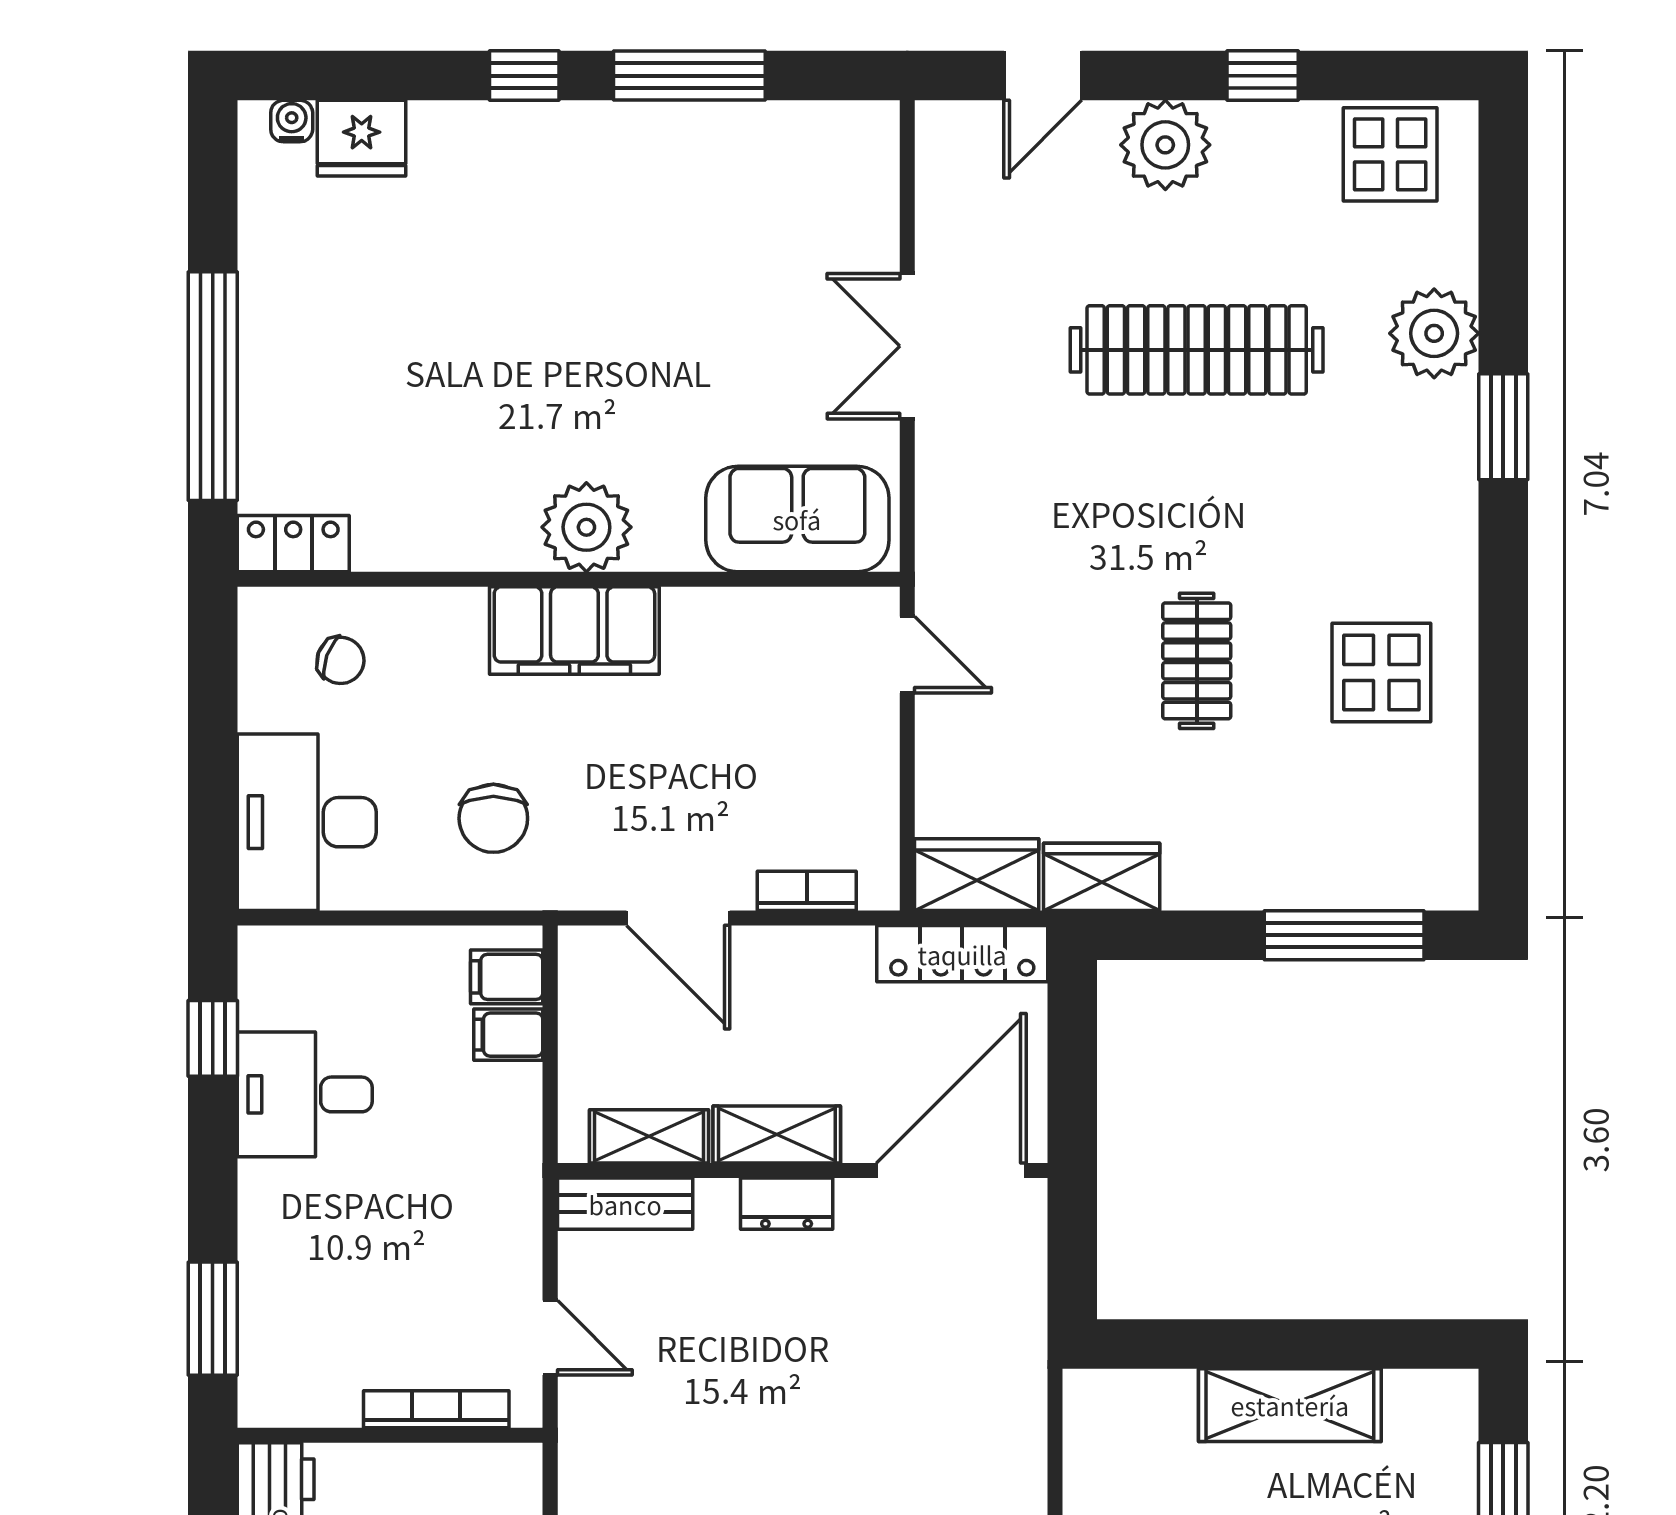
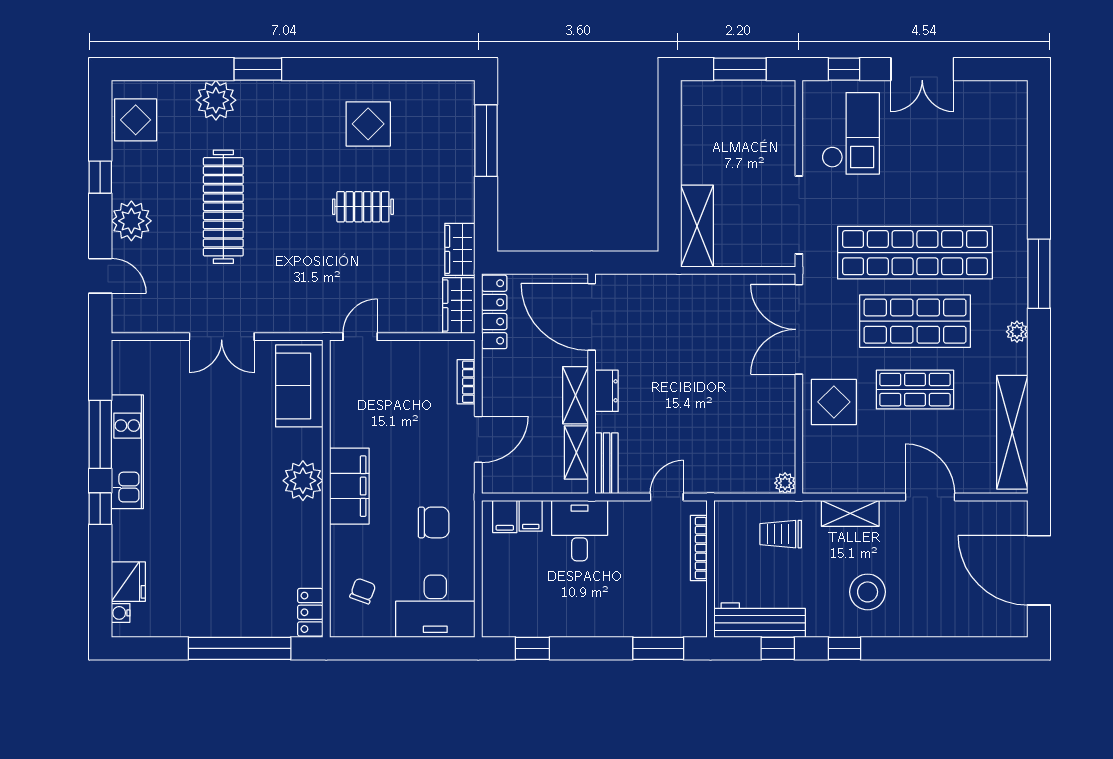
kitchen unit: (651, 136) -> (127, 452), added
desk: (305, 1094) -> (580, 531), moved, turned 180
shelving: (1290, 1405) -> (697, 226), moved

